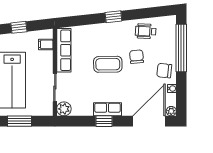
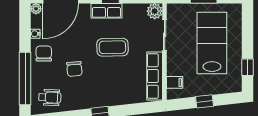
wheelchair: (146, 31) -> (50, 97), moved
coffee table: (108, 64) -> (112, 47), moved
chair: (164, 71) -> (44, 54), turned -96

